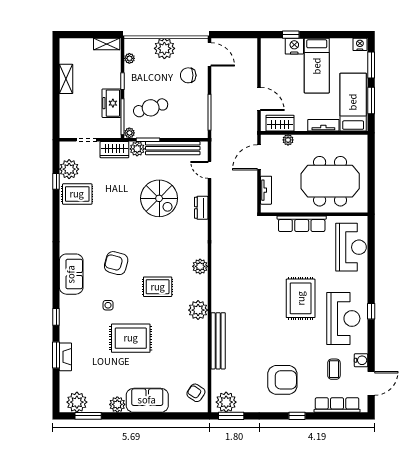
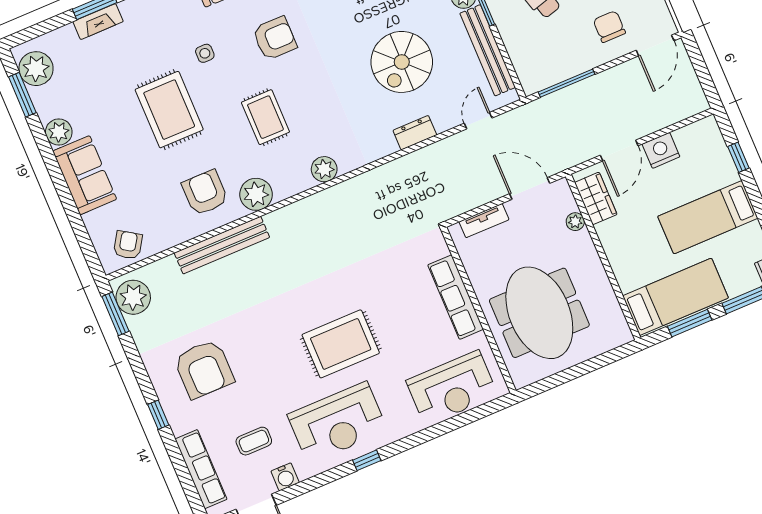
nightstand: (294, 46) -> (661, 150), moved, turned -90
tv unit: (323, 125) -> (621, 266), removed
armchair: (116, 263) -> (275, 38), turned 75
armchair: (185, 338) -> (205, 193), added

